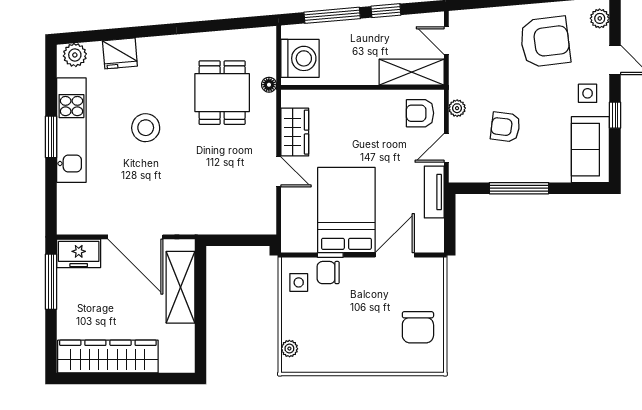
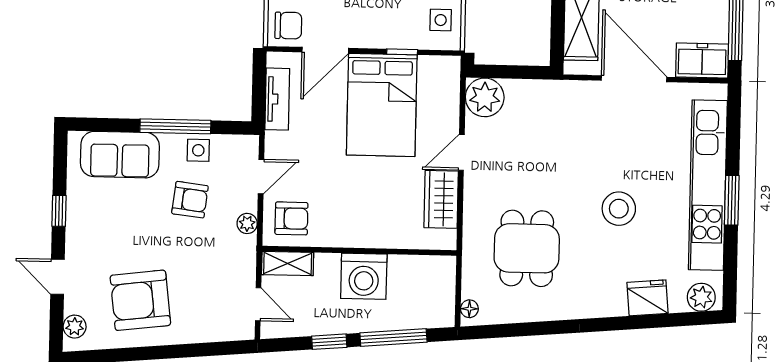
washing machine: (300, 58) -> (364, 276), moved, turned -90
shelving: (412, 72) -> (288, 263), width x0.67, depth x0.75
floor lamp: (269, 85) -> (469, 309), moved
side table: (588, 93) -> (198, 150), moved
kitchen unit: (71, 130) -> (708, 185), width x1.36
sofa: (590, 150) -> (120, 155), moved, turned 90
door: (279, 172) -> (461, 152), hinge flipped
tv unit: (434, 192) -> (277, 99), moved
plant: (260, 218) -> (485, 97), added
chair: (328, 273) -> (288, 26), moved

